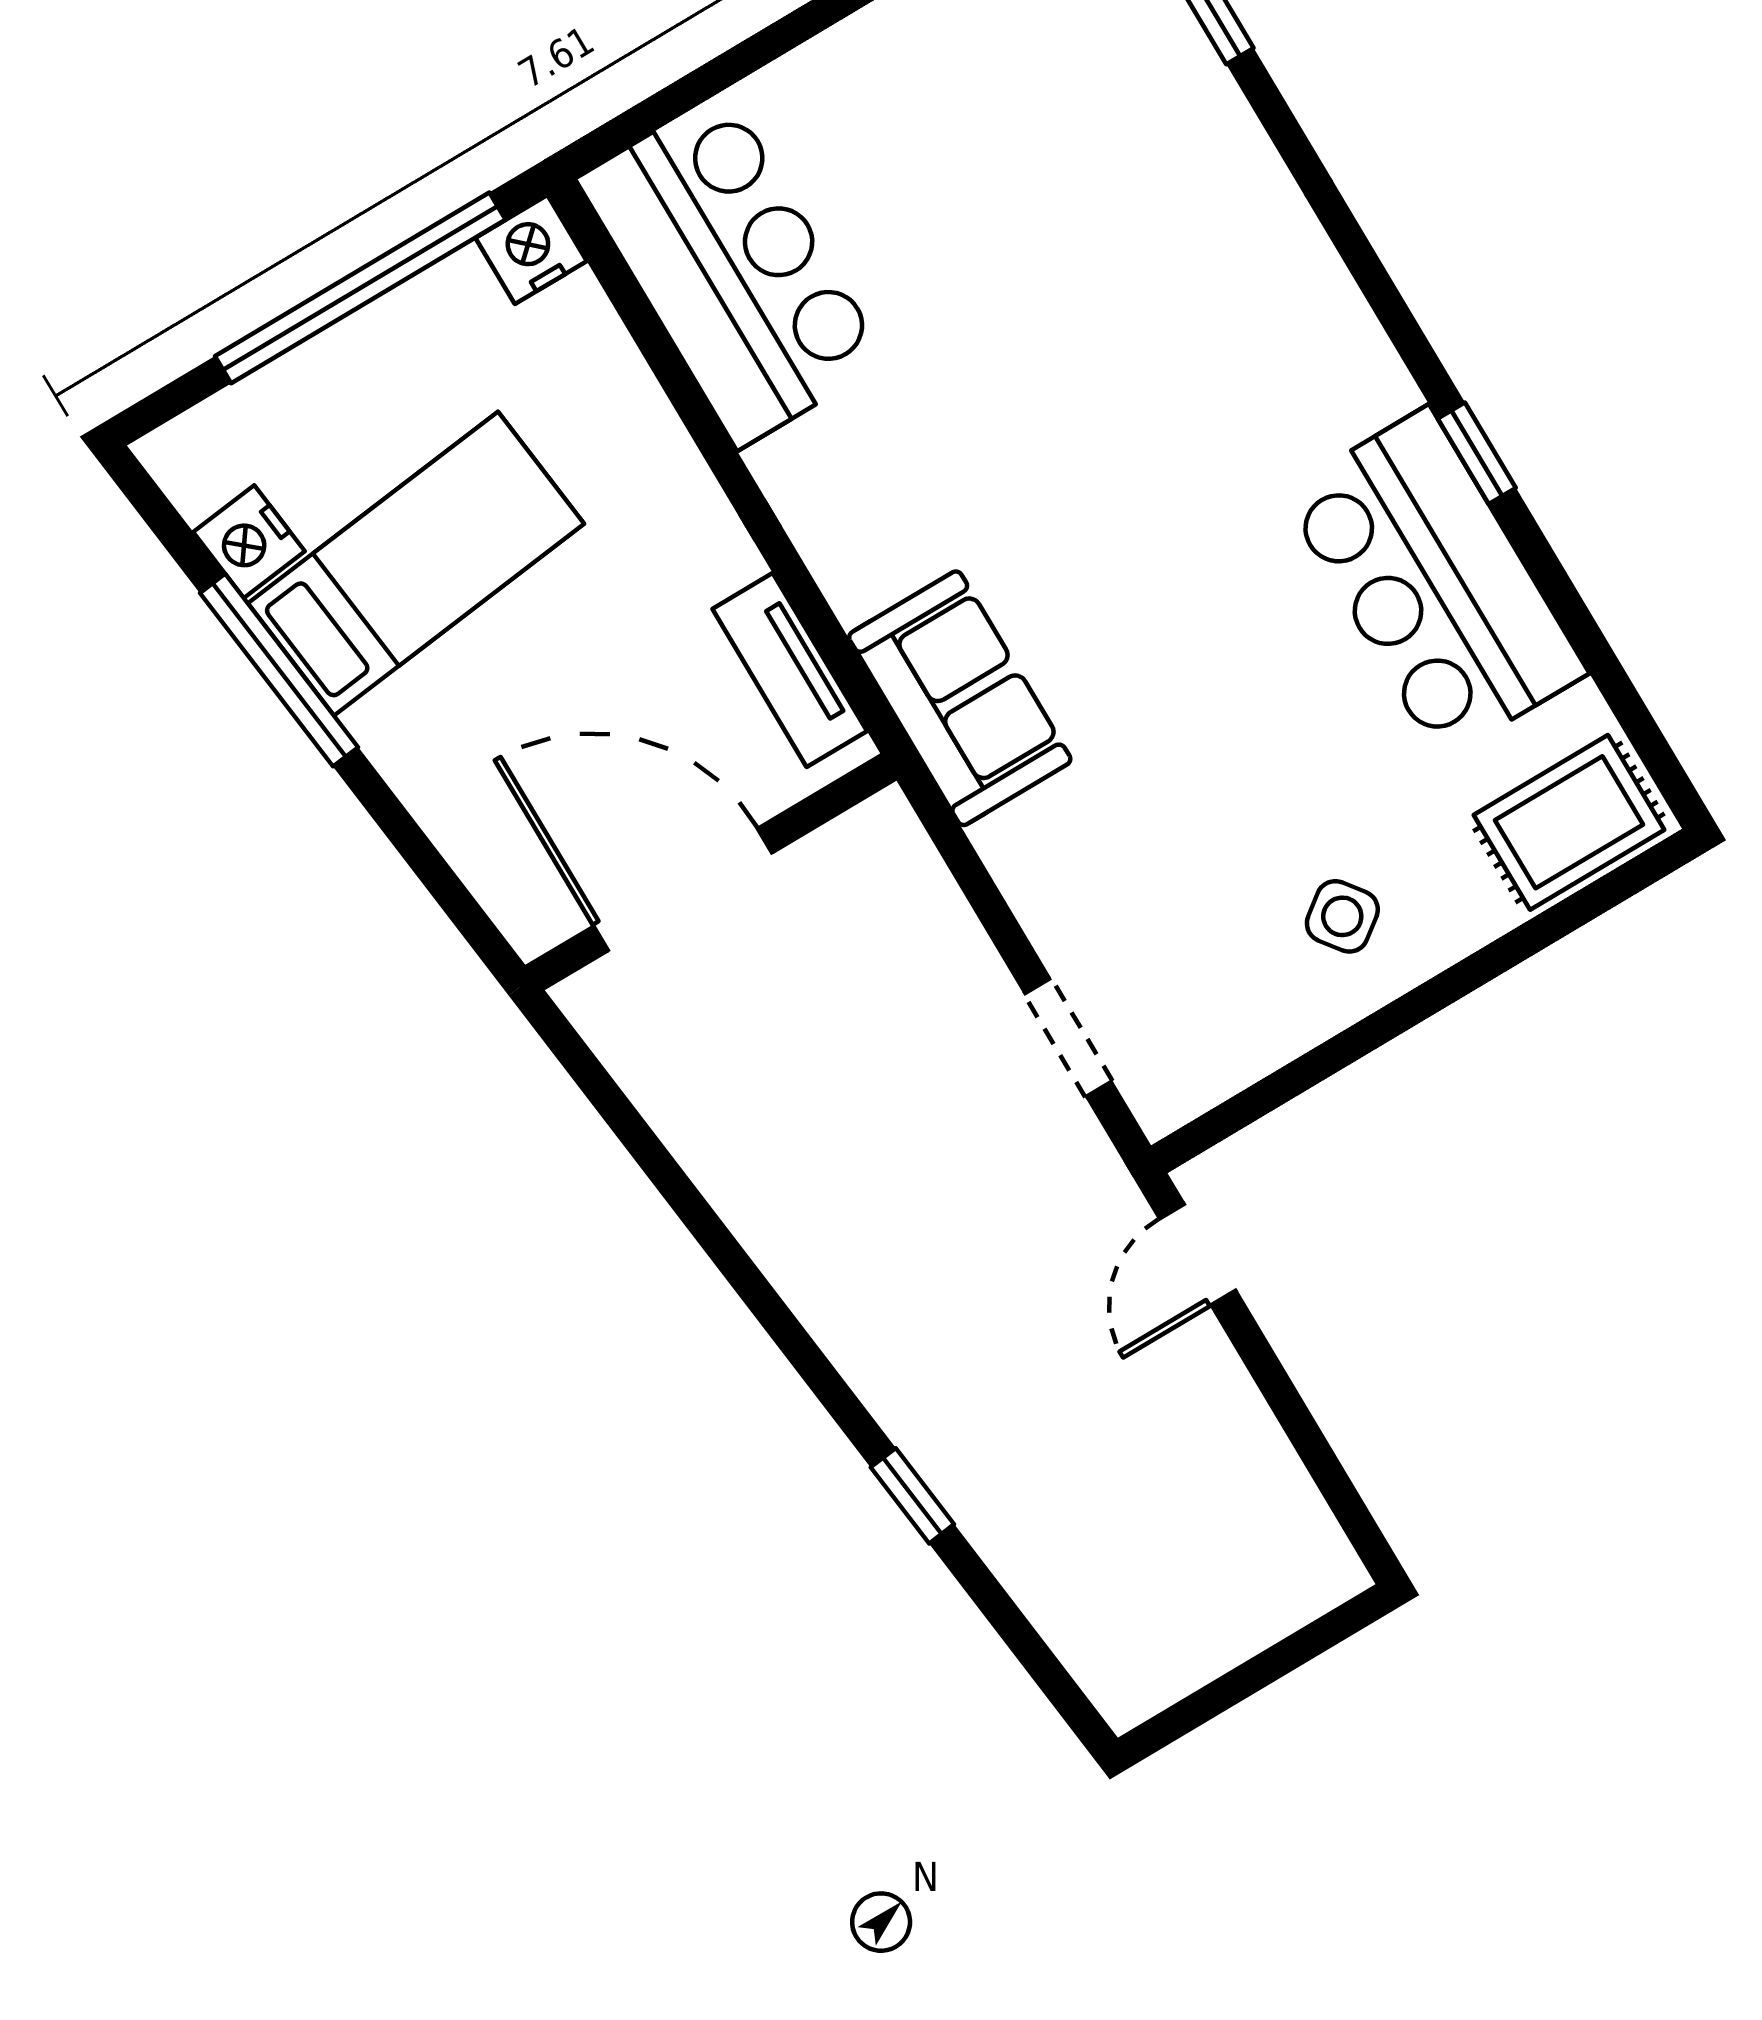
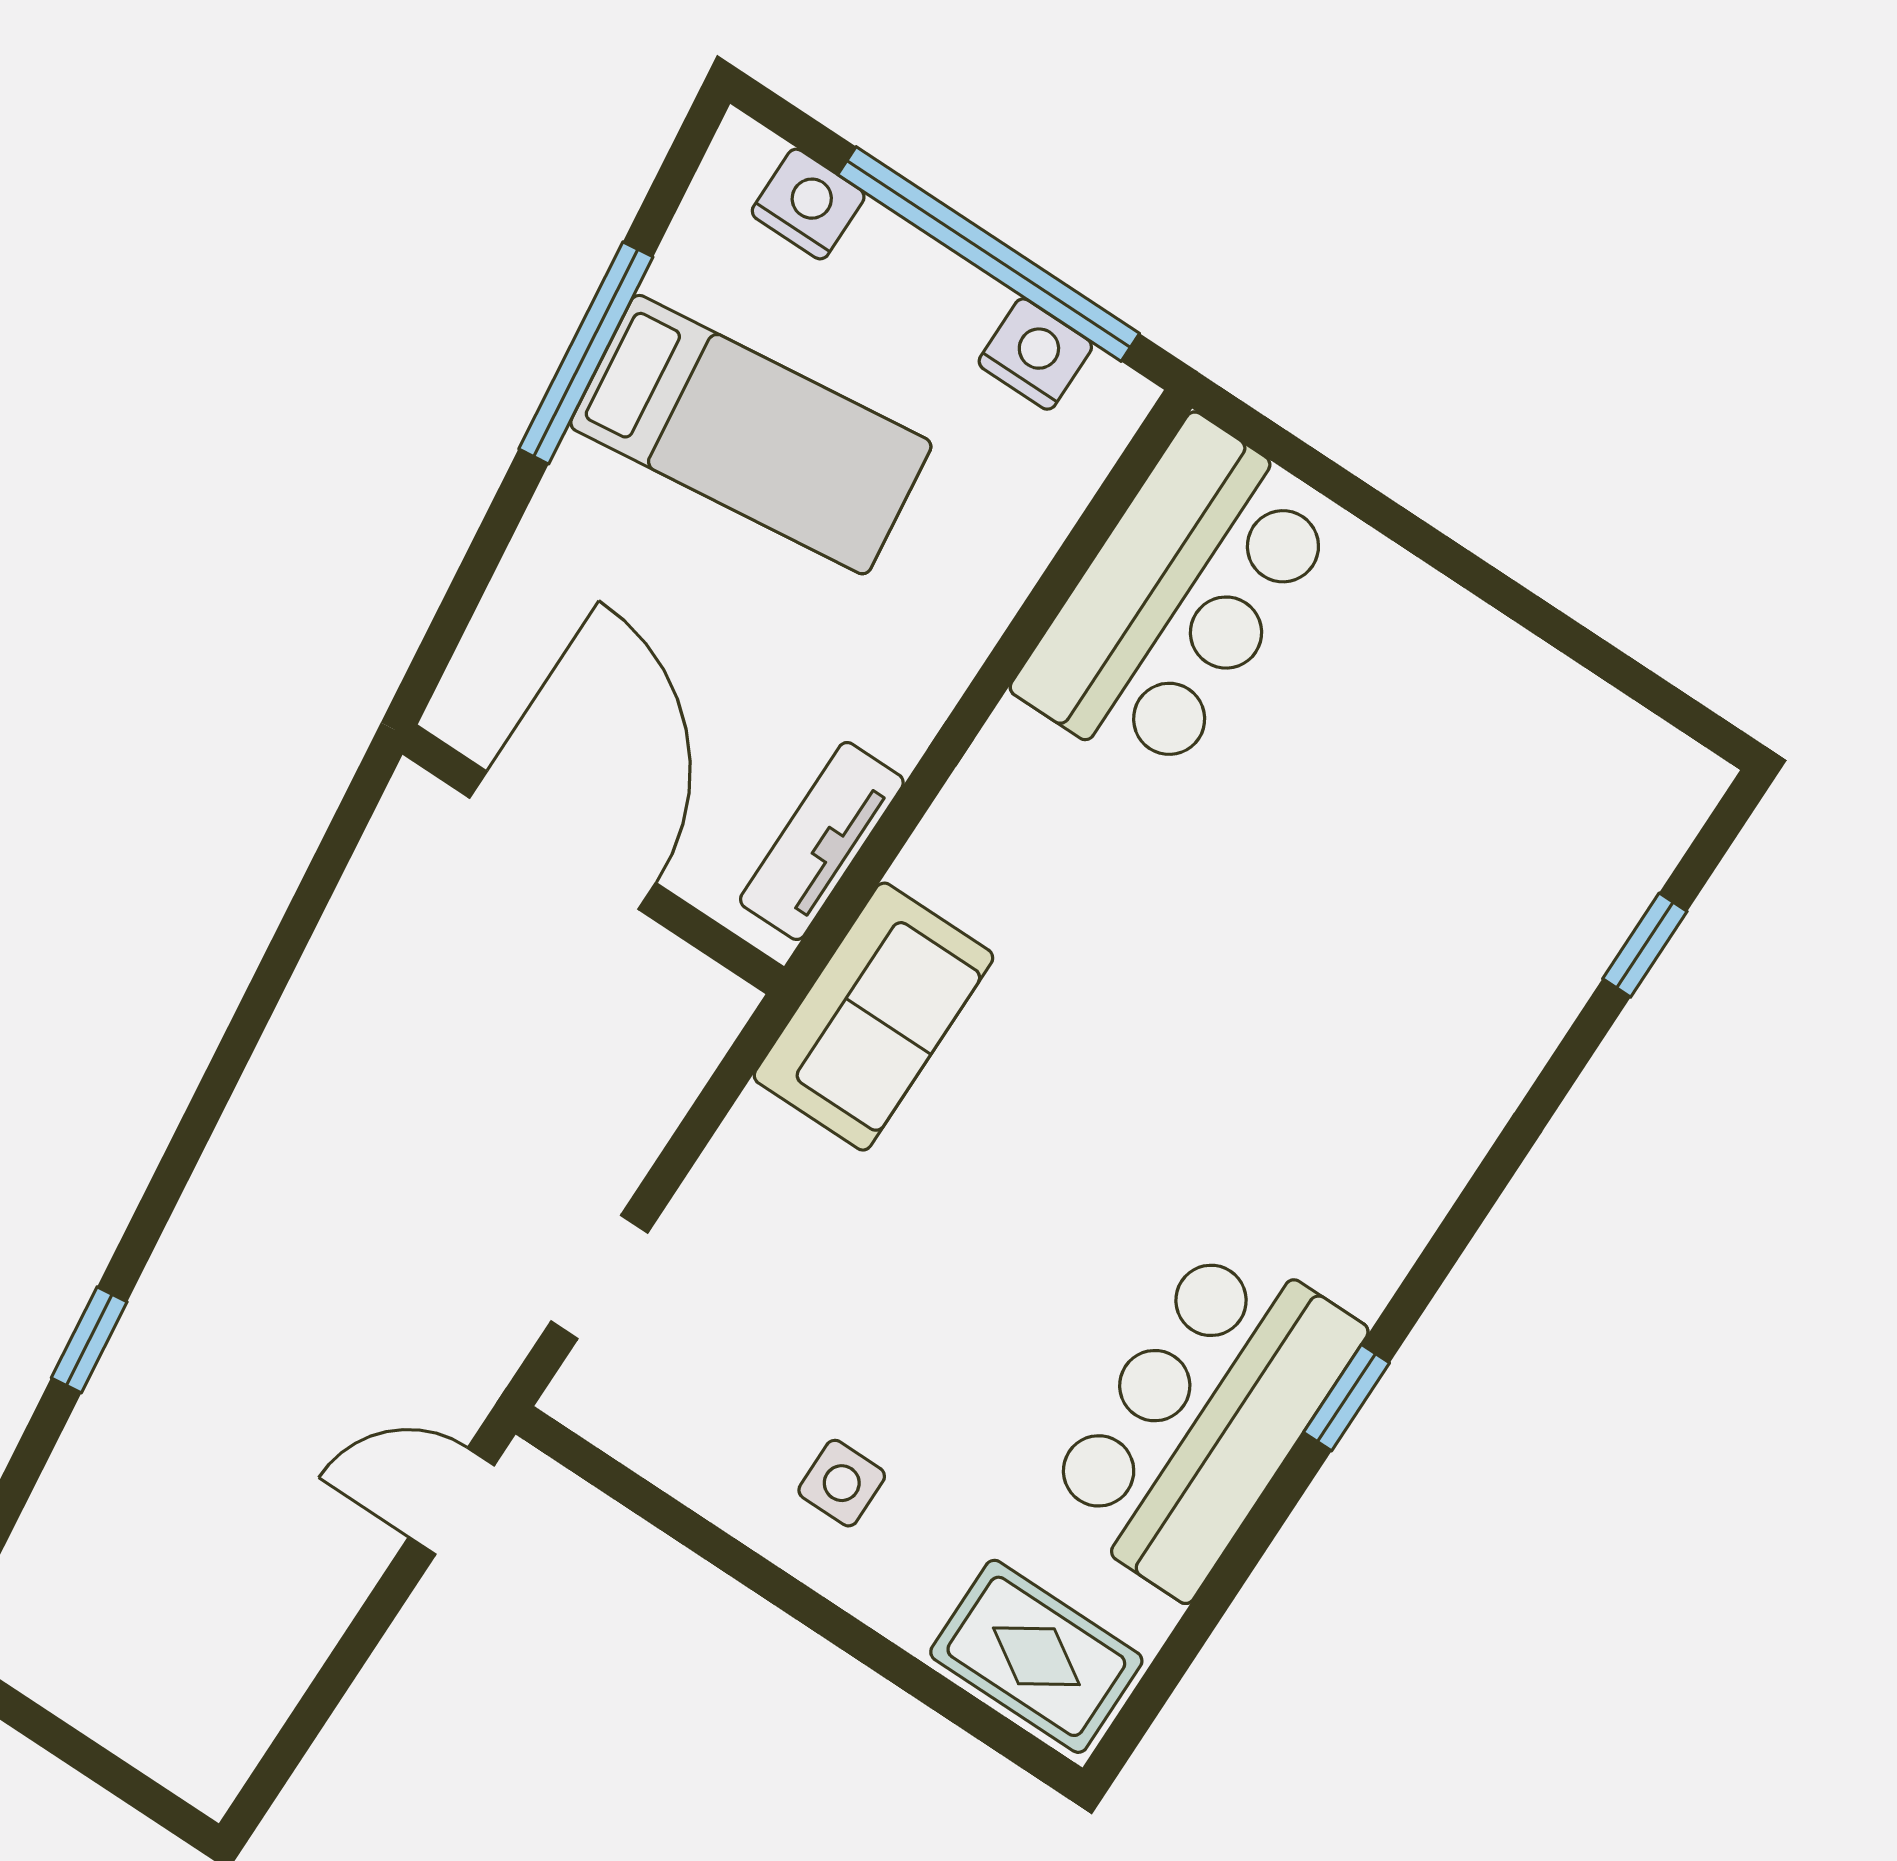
nightstand: (531, 249) -> (1035, 354), moved
nightstand: (249, 542) -> (808, 204), moved, turned 97
side table: (1342, 916) -> (842, 1483), turned 37

